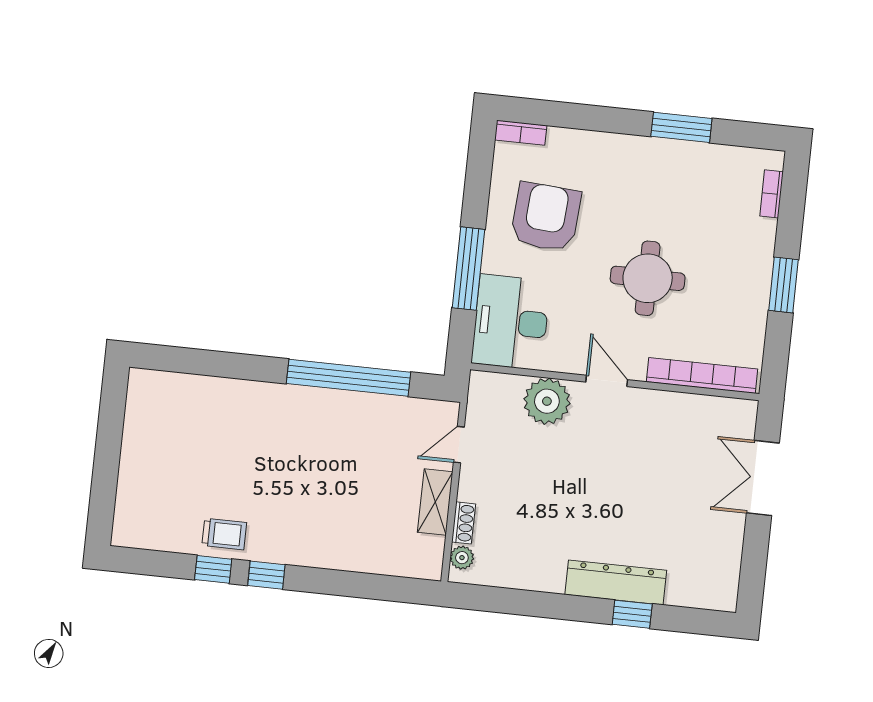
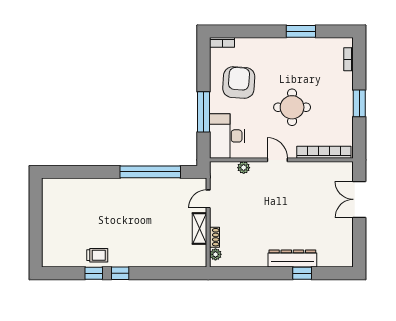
plant: (547, 401) -> (244, 168), width x0.53, depth x0.53

